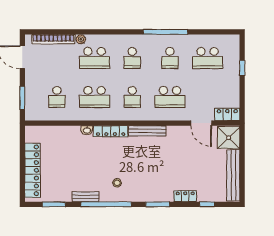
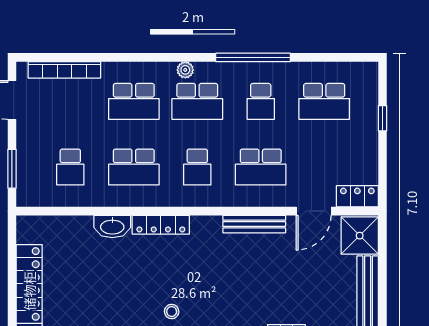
plant: (81, 39) -> (185, 70), moved
school desk: (132, 58) -> (197, 101), width x1.85
door: (201, 123) -> (314, 211), hinge flipped
washbasin: (87, 130) -> (112, 226), width x1.91, depth x1.45
bench: (147, 131) -> (254, 224), moved

